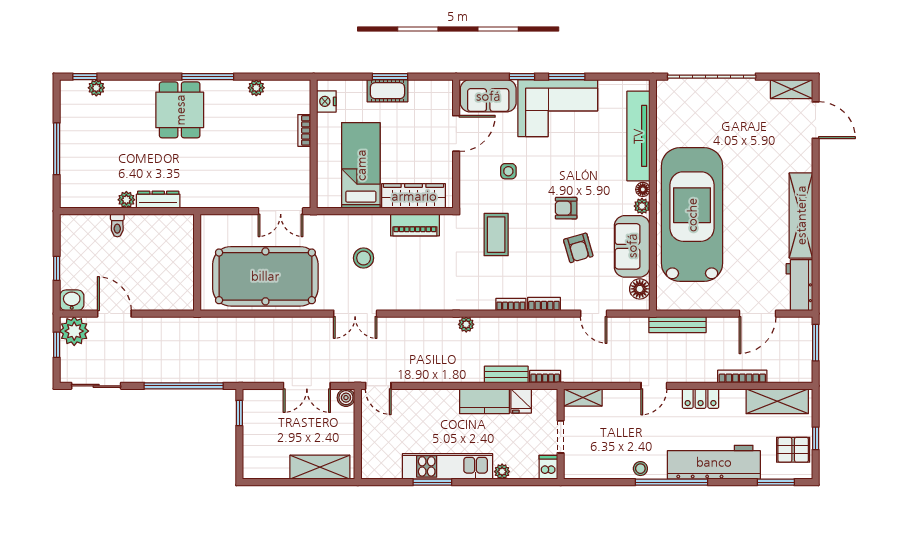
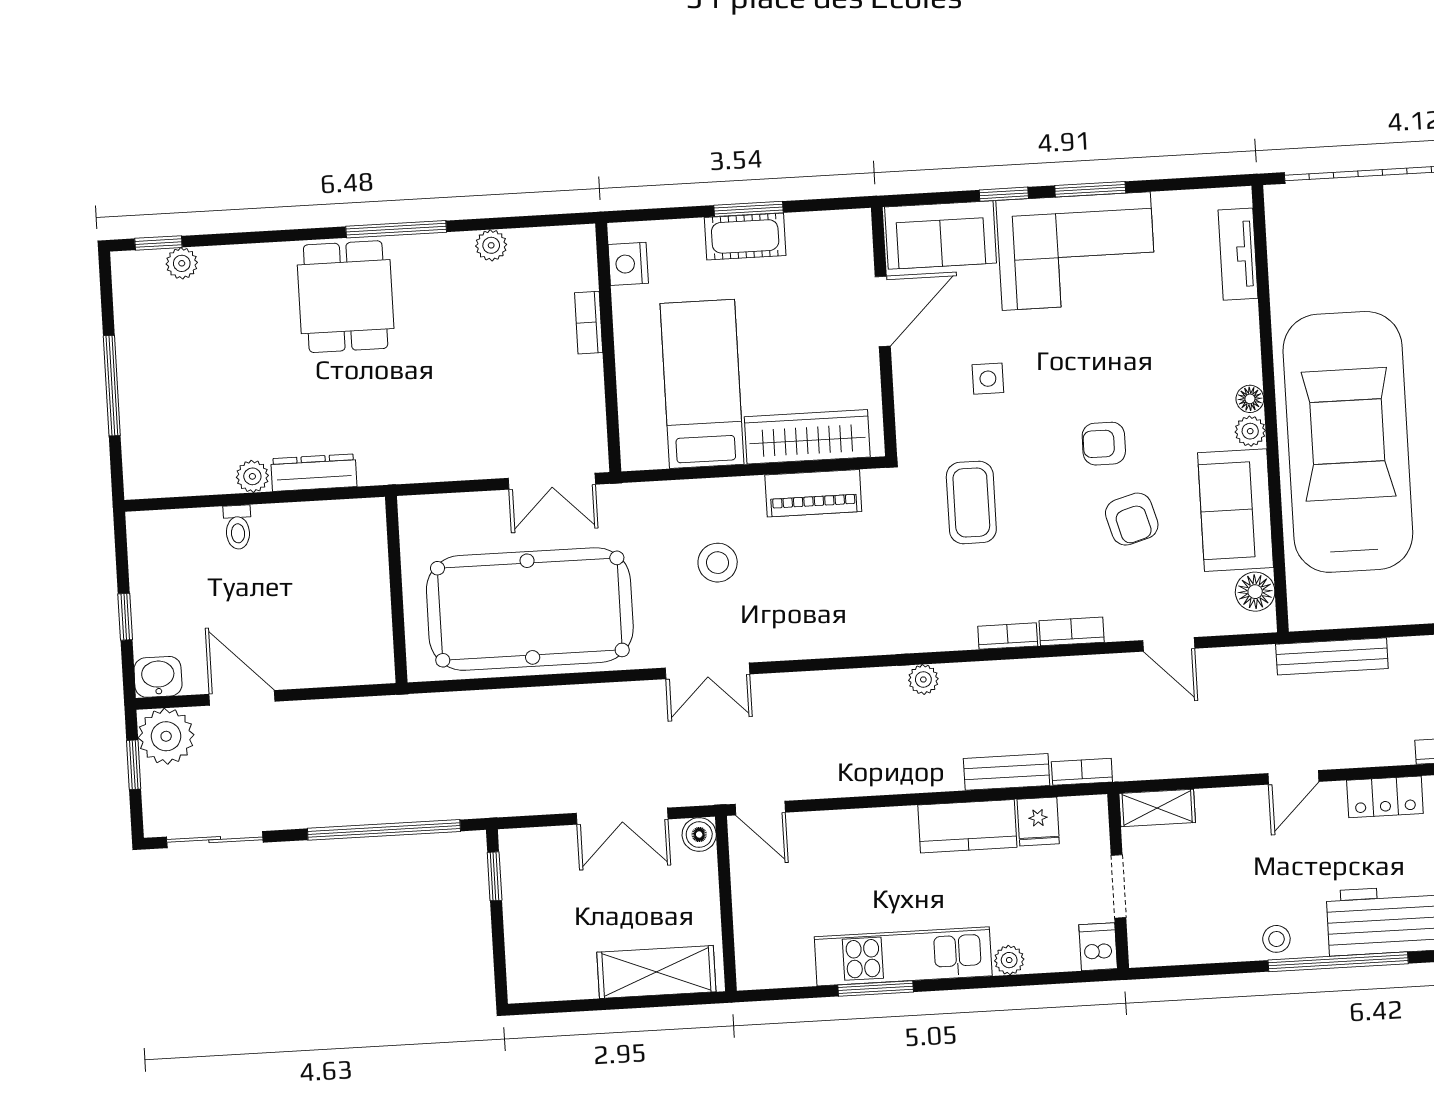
tv unit: (638, 136) -> (1238, 254), width x0.52, depth x0.78

